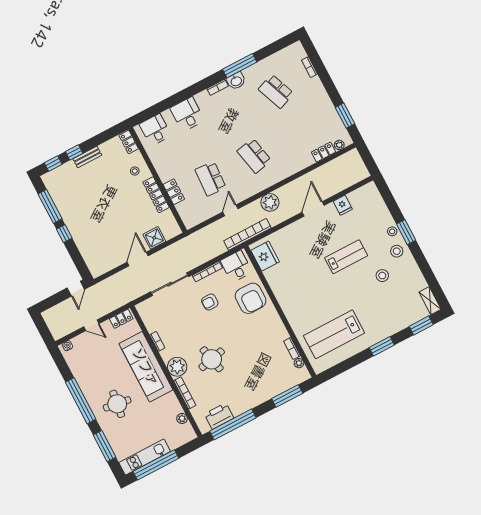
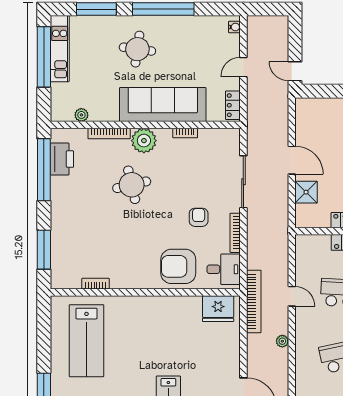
plant: (270, 202) -> (282, 341), width x0.53, depth x0.53
lab bench: (334, 334) -> (86, 341), turned 180
plant: (299, 363) -> (74, 283), removed

